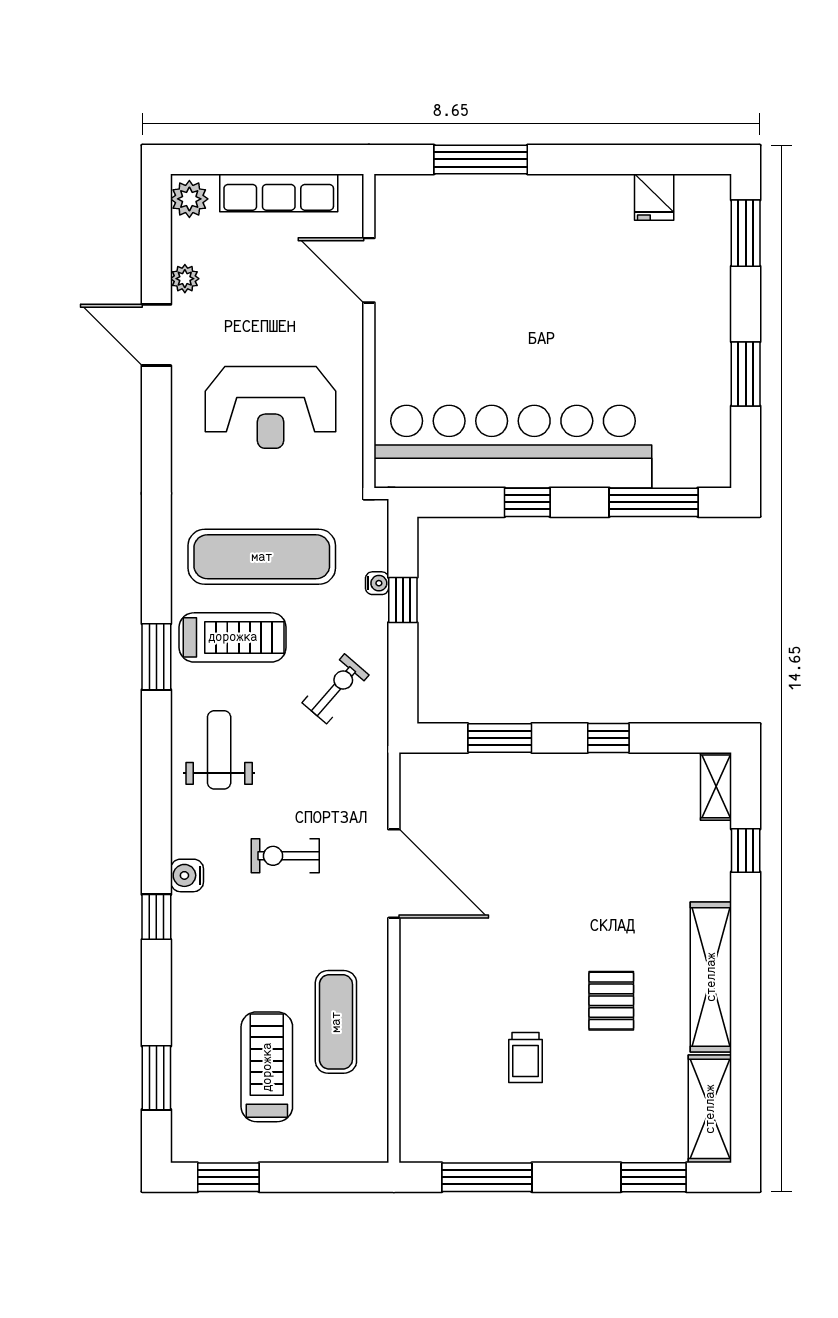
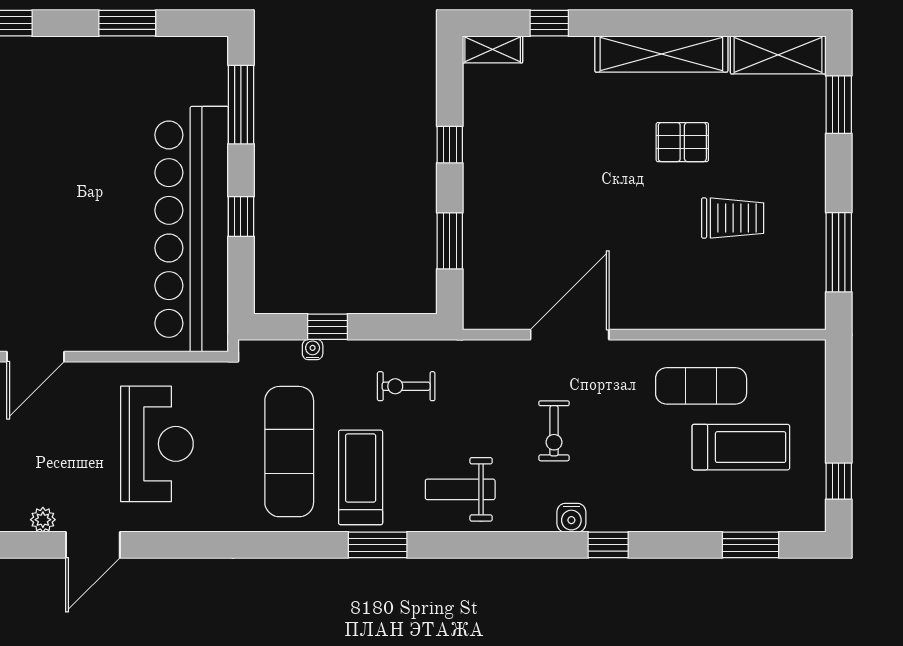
exercise bike: (336, 689) -> (406, 386), turned -41
trolley: (526, 1058) -> (733, 218), width x1.36, depth x1.39
treadmill: (267, 1067) -> (741, 447), turned 180
window: (228, 1177) -> (839, 481), width x0.67

